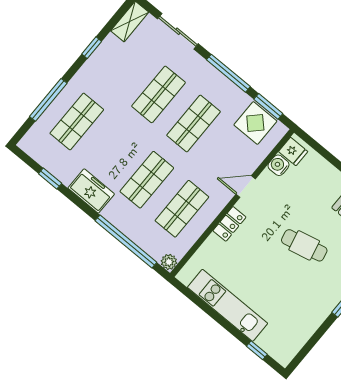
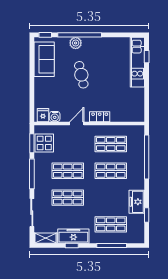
freezer: (102, 60) -> (73, 236), added
door: (246, 187) -> (77, 123), swing flipped
freezer: (91, 191) -> (137, 202), moved
plant: (169, 262) -> (140, 130), removed
kitchen unit: (228, 305) -> (137, 62), moved

